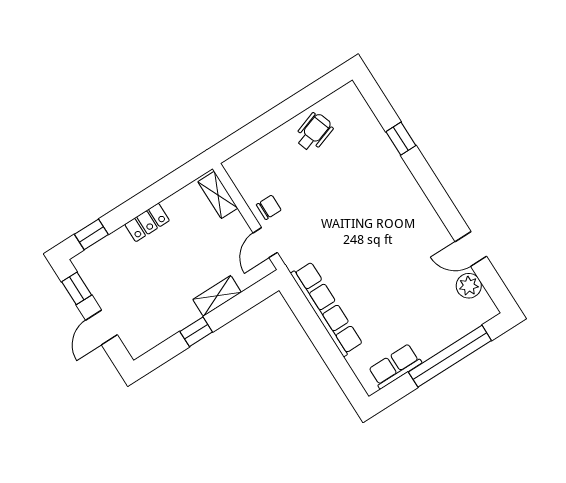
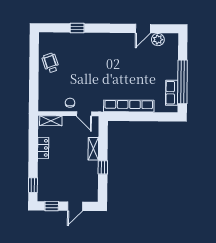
locker: (147, 222) -> (43, 148), moved
door: (101, 327) -> (75, 206), hinge flipped
window: (450, 356) -> (182, 82), moved

